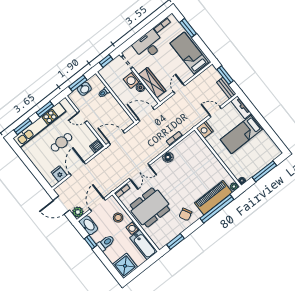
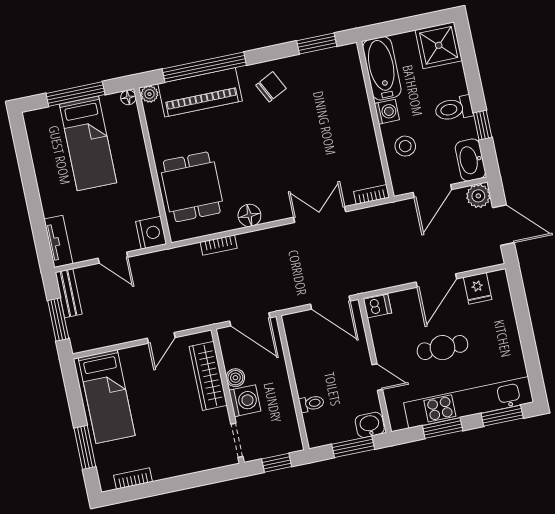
desk: (148, 45) -> (178, 453), removed
washbasin: (84, 89) -> (370, 425), moved
bed: (242, 134) -> (88, 143), moved, turned 90
dining table: (150, 207) -> (192, 187), moved, width x0.73

